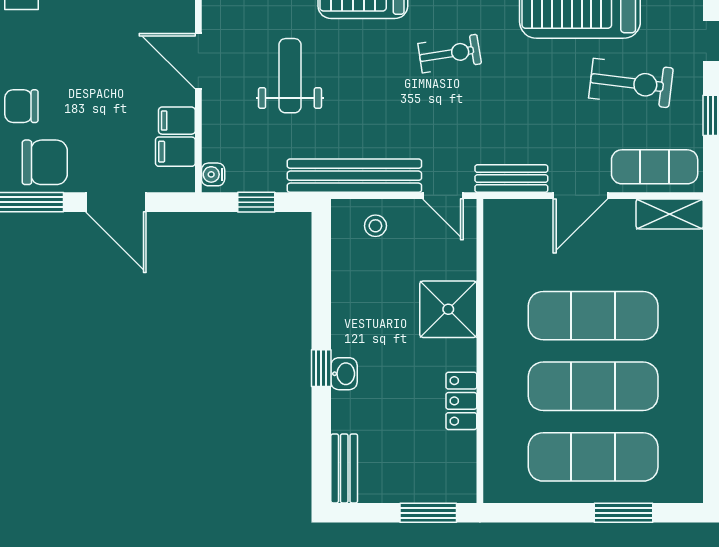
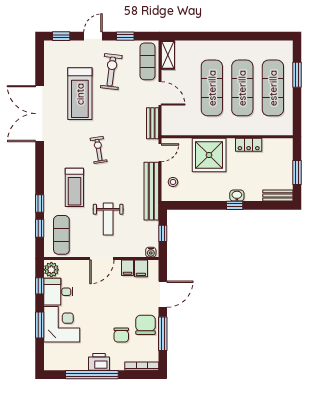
weight bench: (290, 76) -> (108, 219), turned -90
shower: (448, 309) -> (209, 155), width x1.37, depth x1.37
window: (428, 513) -> (297, 173), moved

